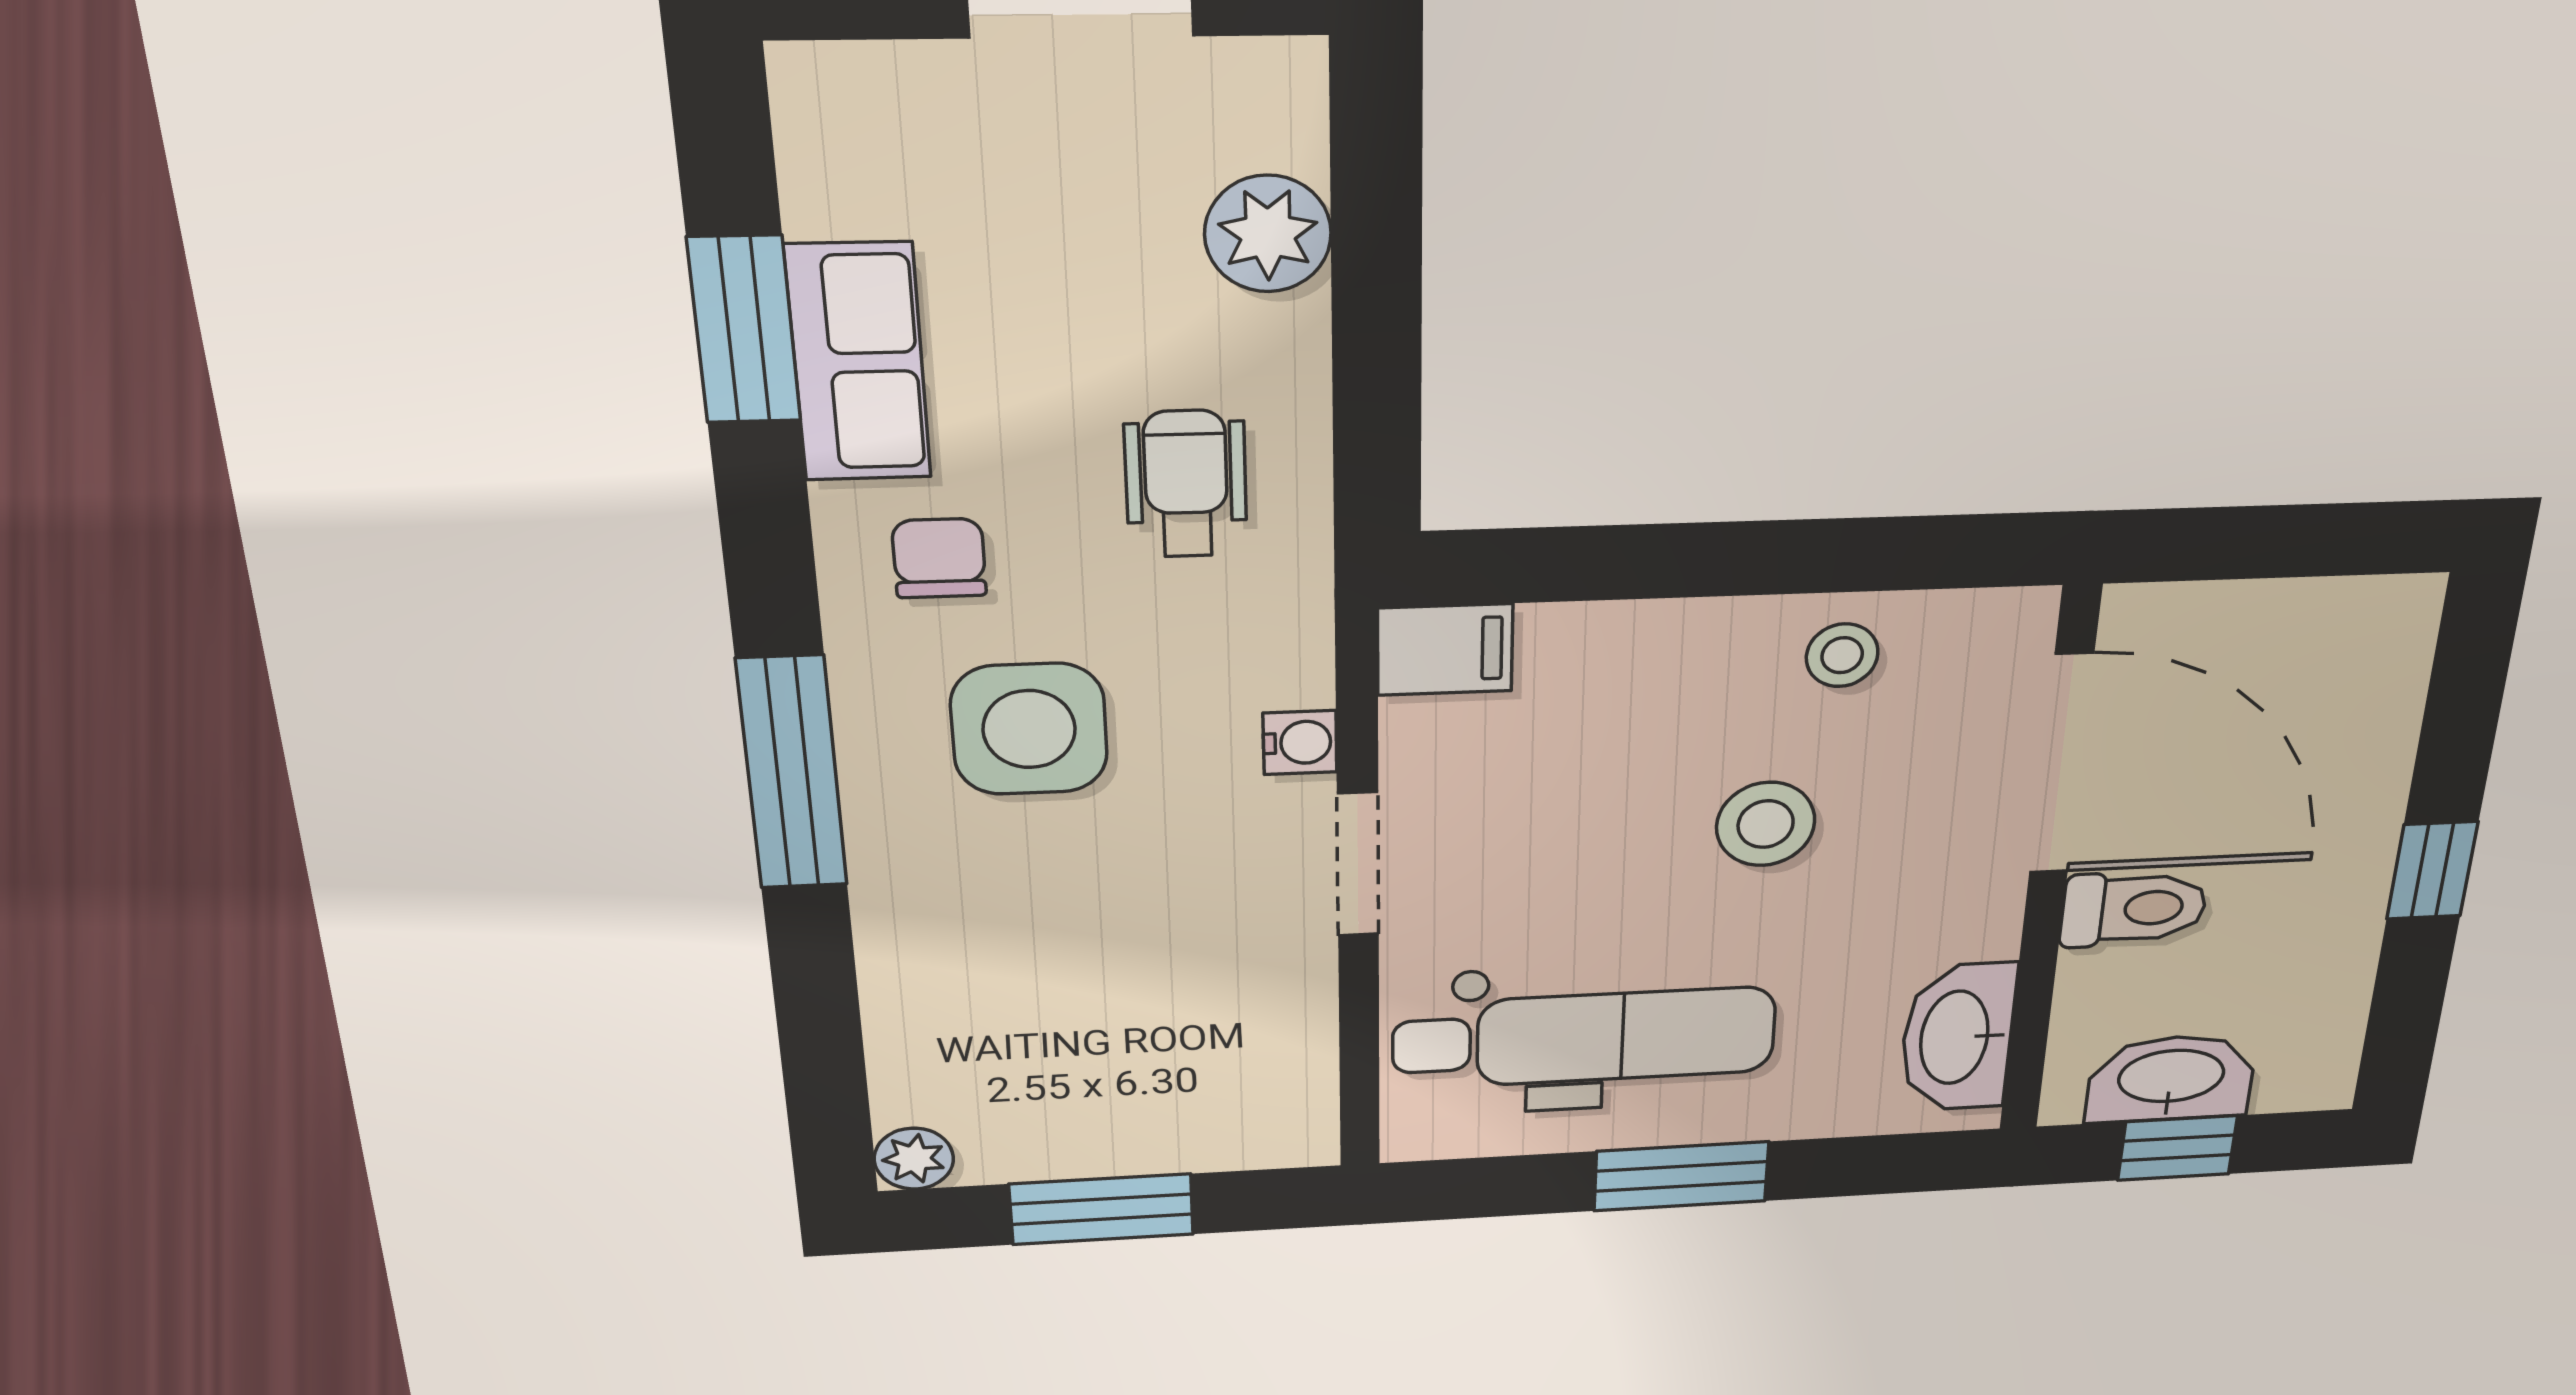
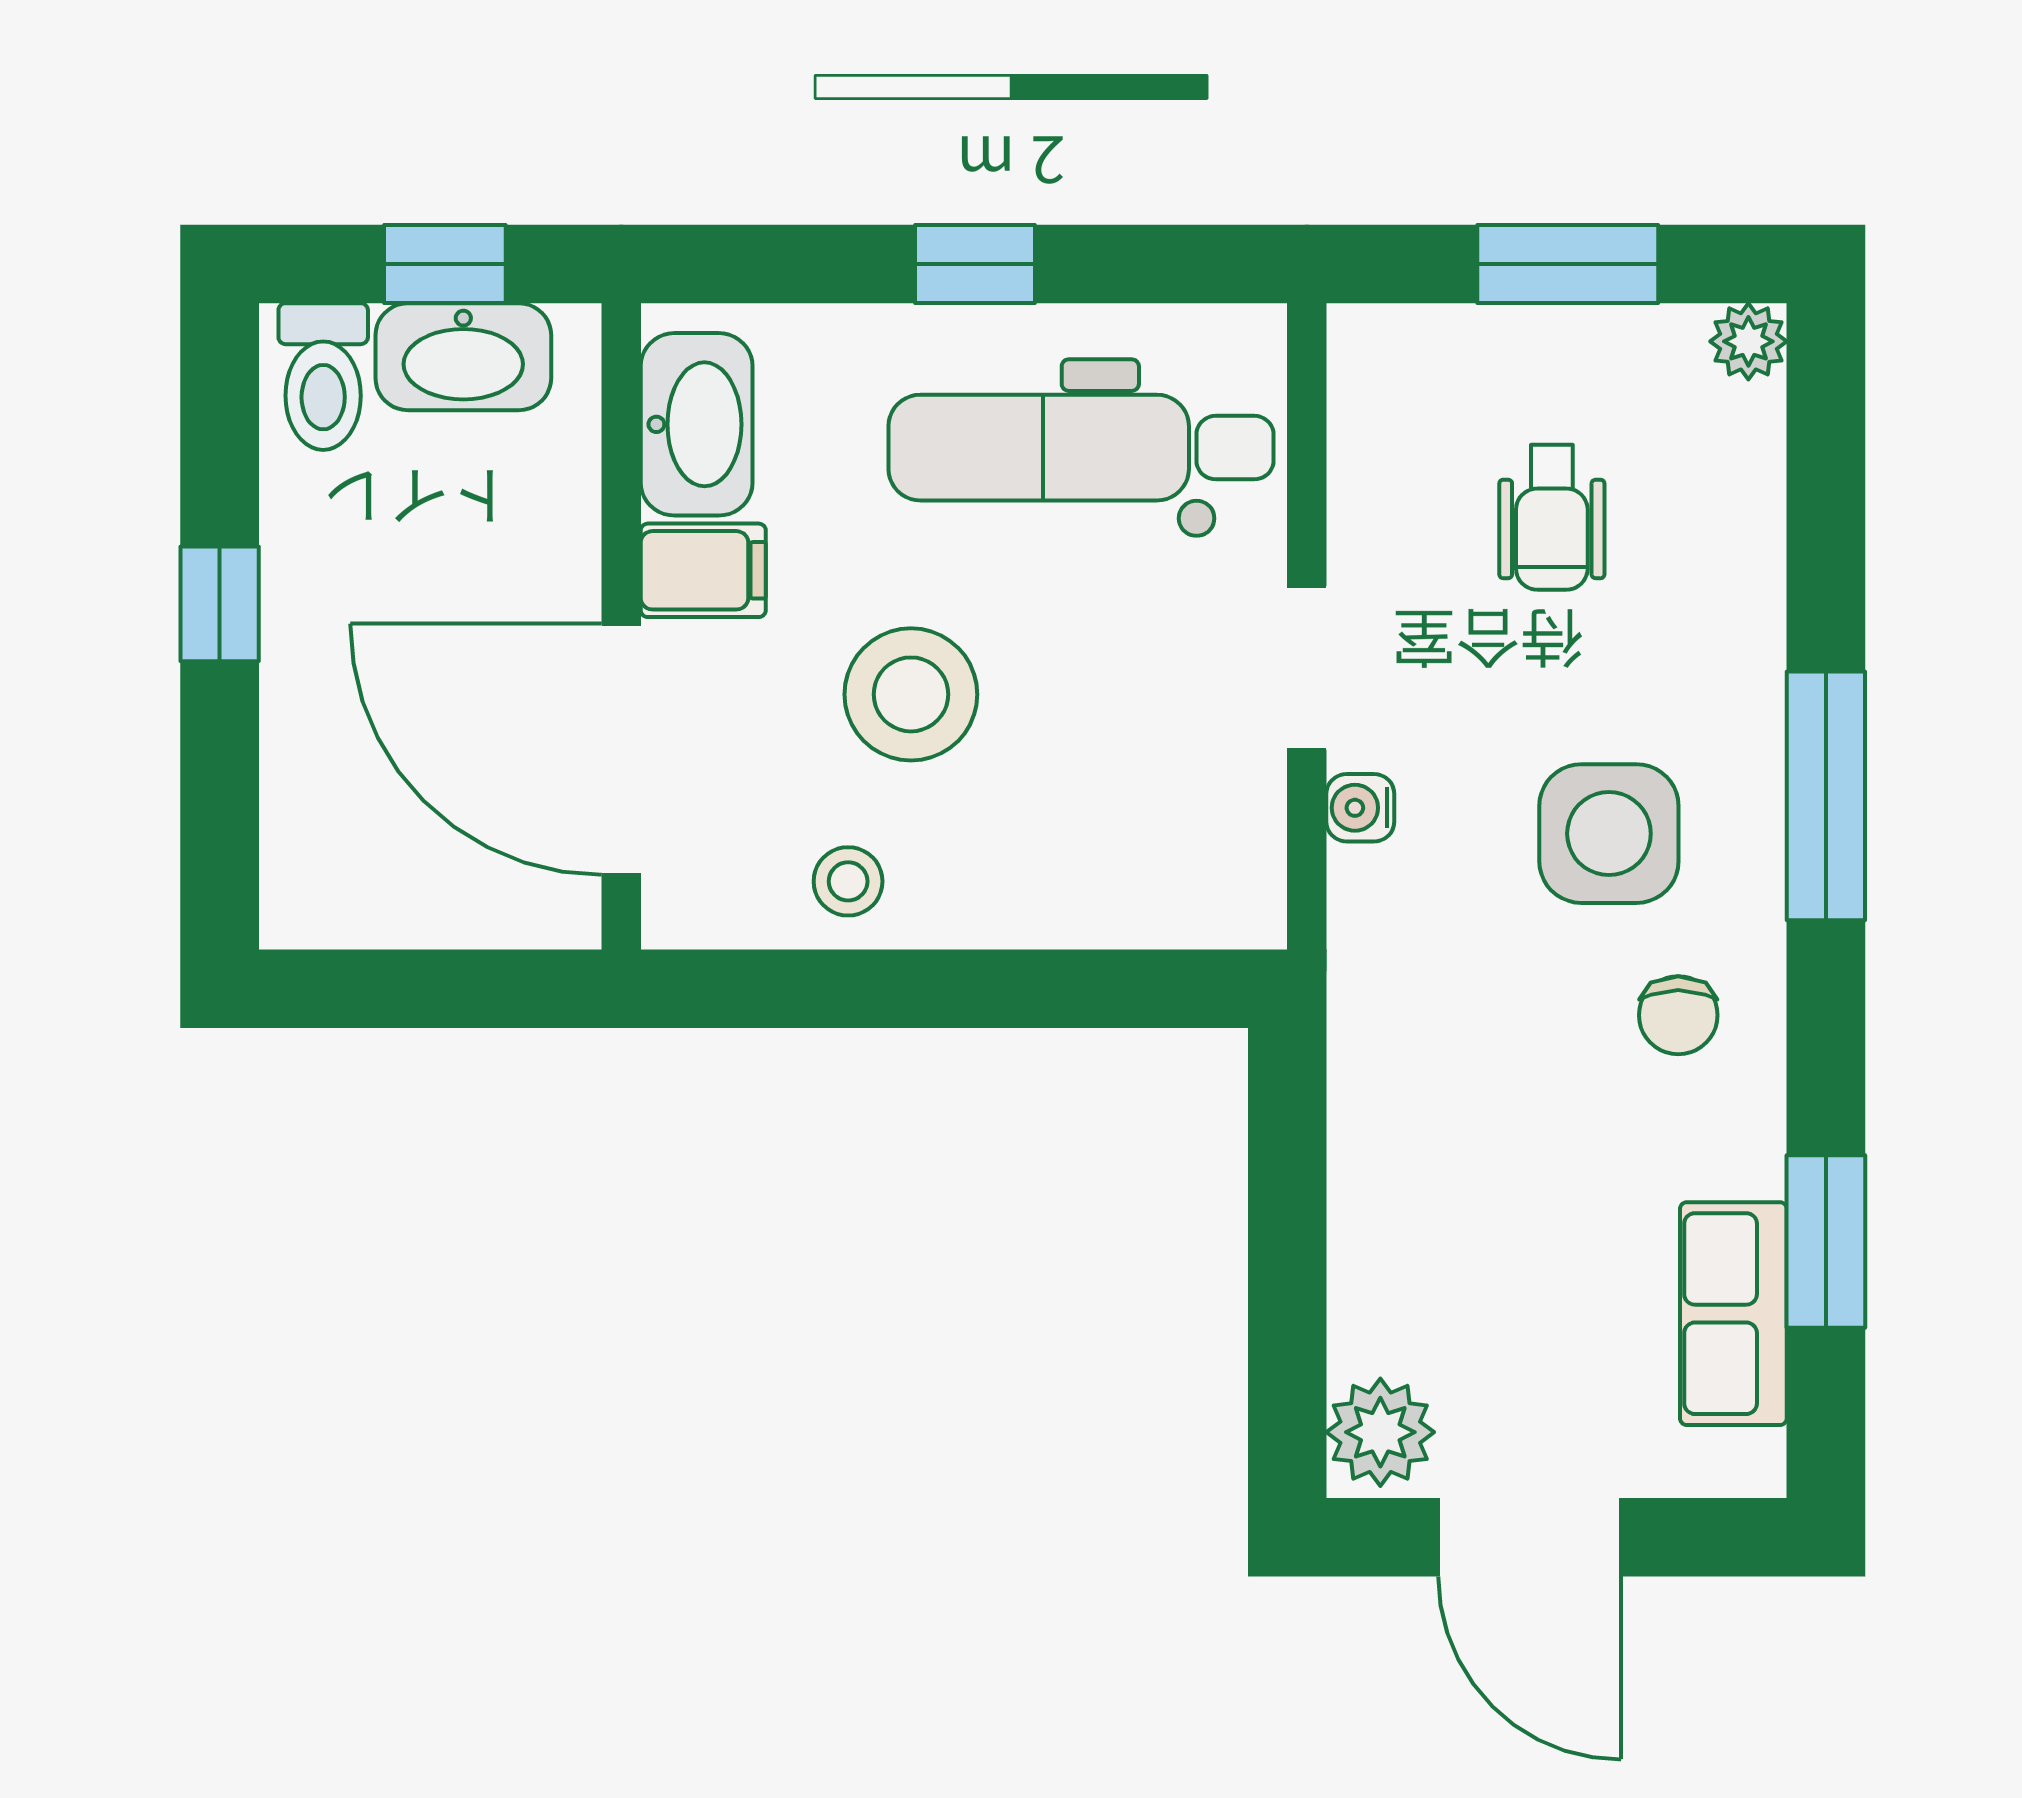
plant: (1268, 234) -> (1380, 1432), moved
row of seats: (858, 363) -> (1733, 1314), moved
wheelchair: (1186, 484) -> (1552, 517), moved
filing cabinet: (1445, 650) -> (703, 570), moved, turned 180
stool: (1766, 824) -> (911, 694), width x1.38, depth x1.38
toilet: (2134, 909) -> (323, 377), moved, turned -90
window: (1681, 1176) -> (975, 264), width x0.67

